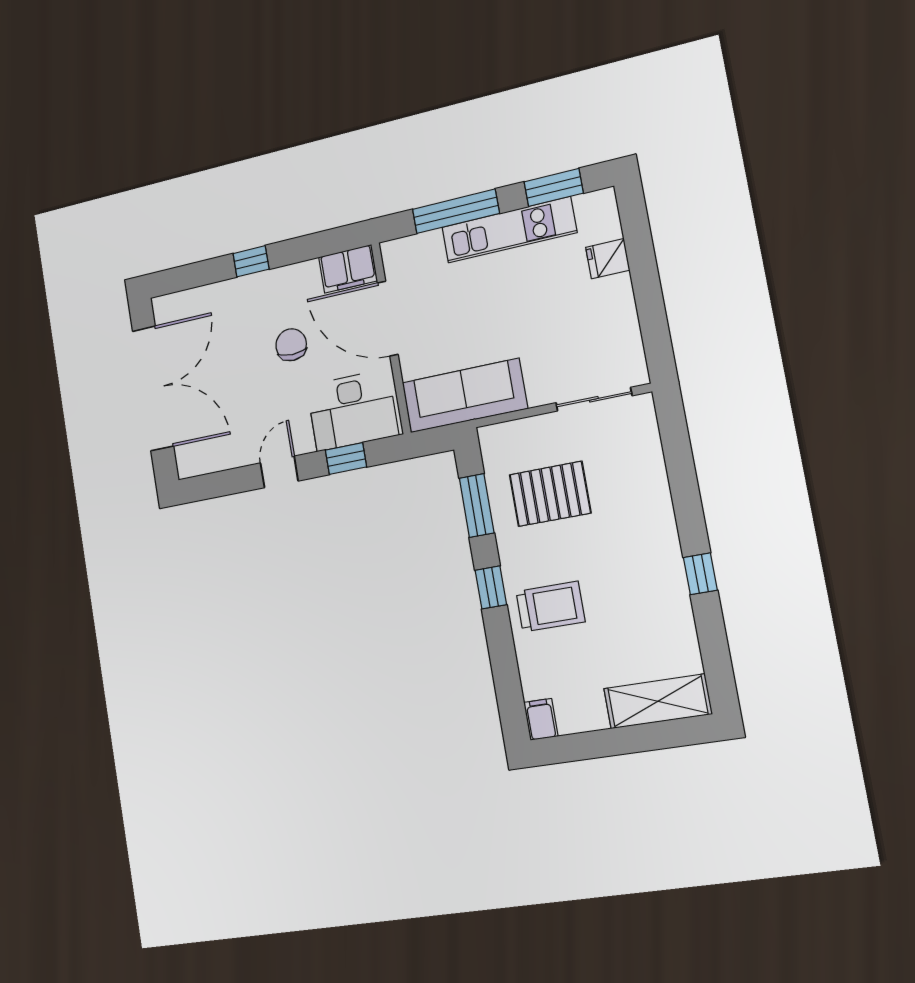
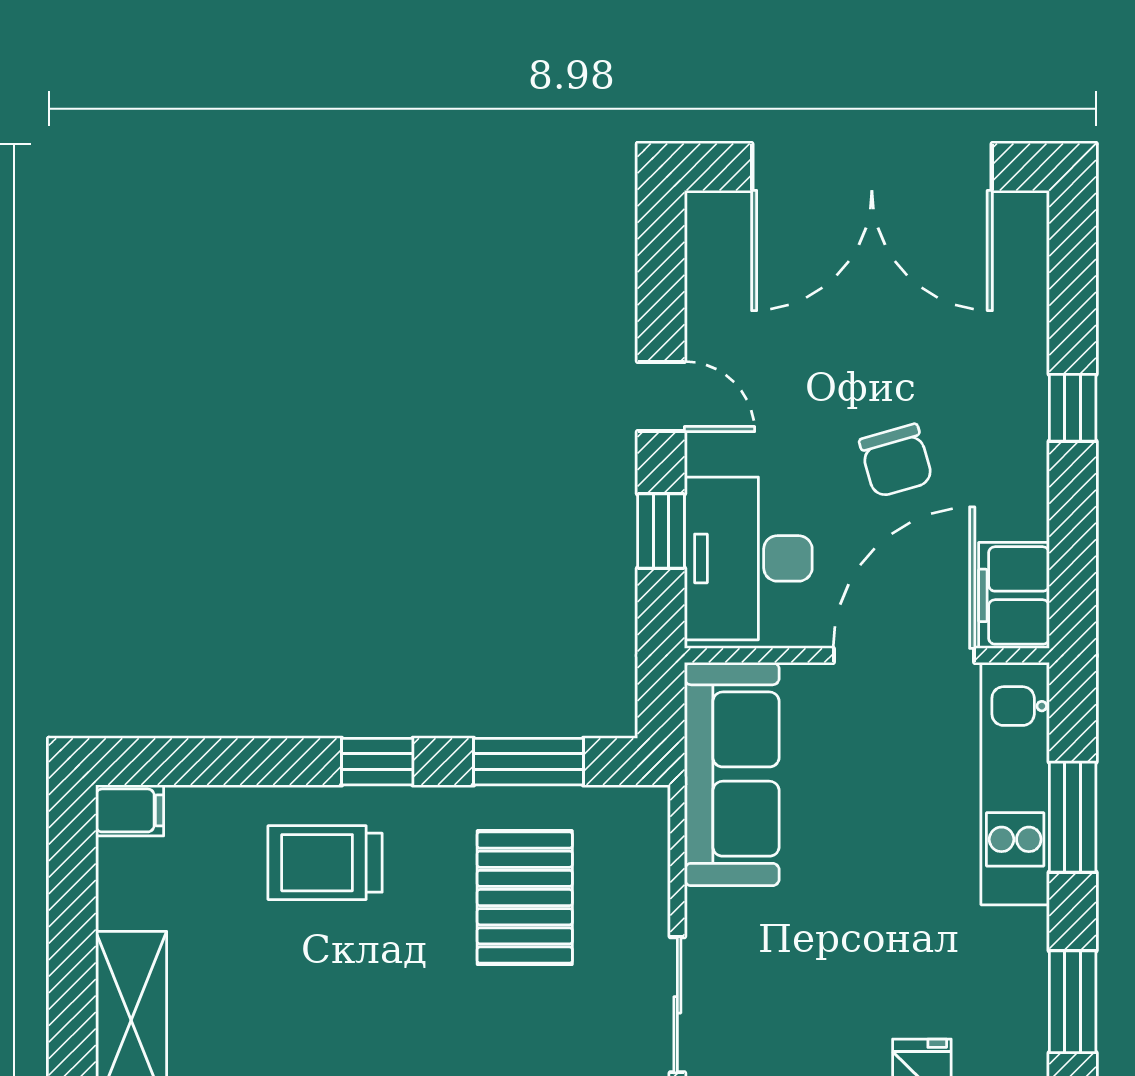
window: (456, 211) -> (1073, 817), width x0.69
kitchen unit: (509, 230) -> (1015, 784), moved
chair: (291, 345) -> (896, 461), turned 74
trolley: (550, 607) -> (325, 863), turned 90

